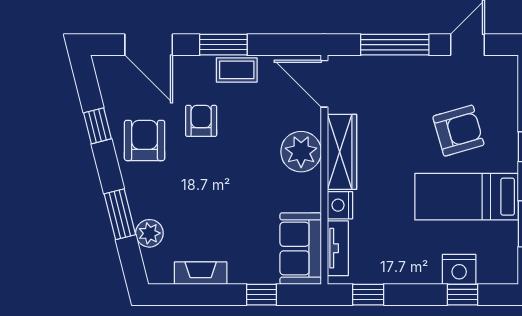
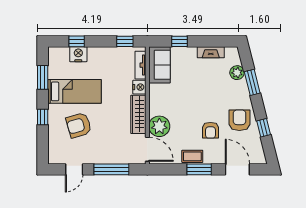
armchair: (145, 140) -> (239, 120), turned 180
plant: (301, 152) -> (159, 126), moved

